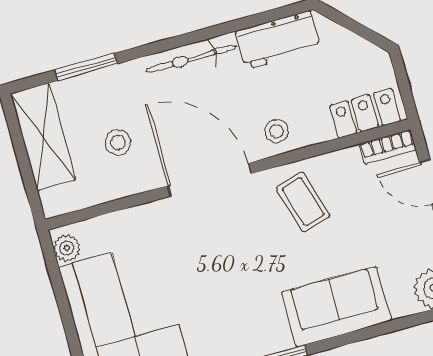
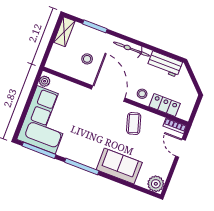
locker: (365, 113) -> (165, 105), moved
shelving: (43, 137) -> (64, 32), width x0.67, depth x0.75

